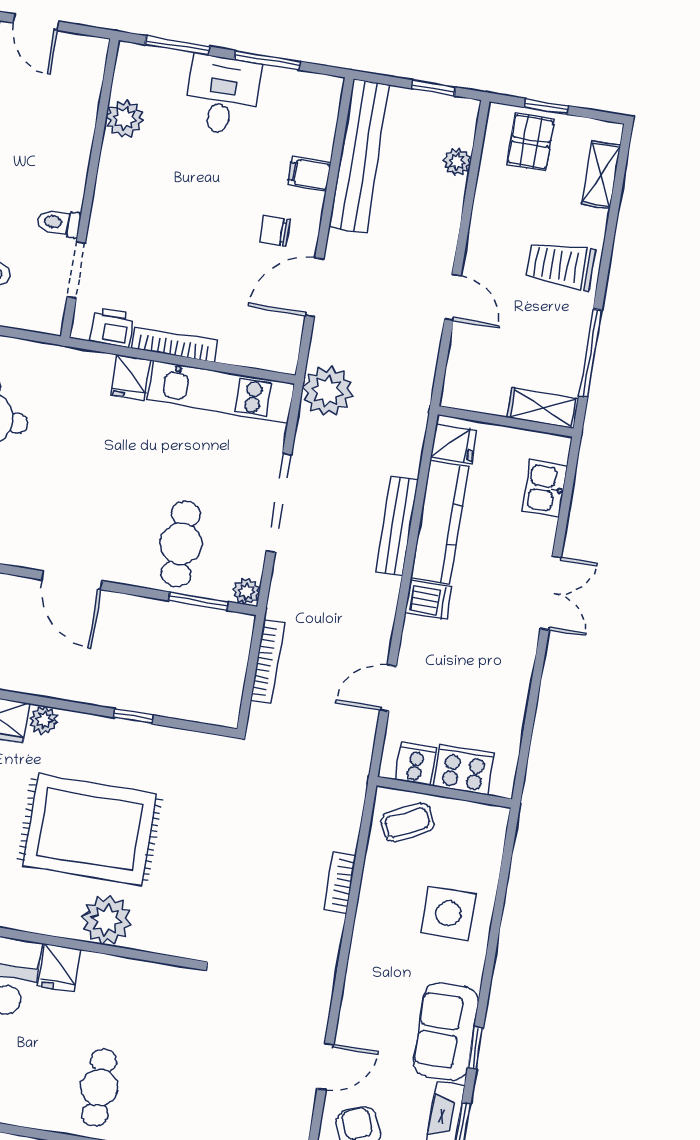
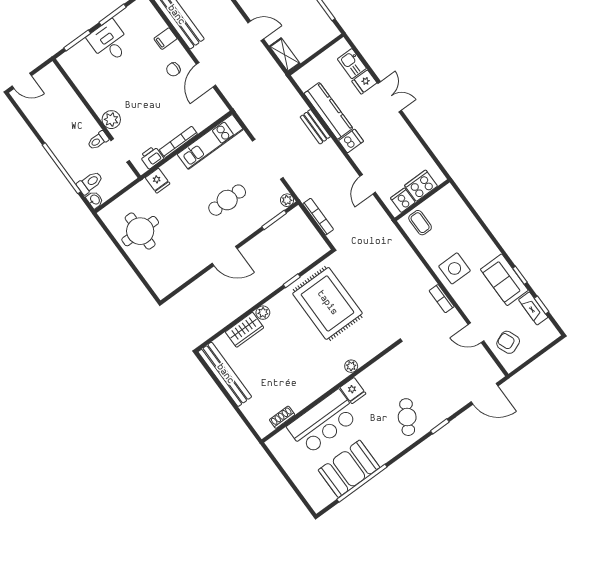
plant: (125, 118) -> (111, 120), moved
fridge: (131, 377) -> (158, 181), moved
plant: (327, 391) -> (246, 105), removed
shelving: (543, 408) -> (285, 55), moved, turned 90
fridge: (454, 444) -> (364, 82), moved, turned 180
bench: (397, 526) -> (315, 127), width x0.73
cafe table: (181, 544) -> (227, 200), moved, turned 90
coffee table: (407, 822) -> (420, 223), turned -64
rug: (90, 830) -> (327, 303), moved, turned 90
bookcase: (340, 883) -> (442, 299), moved
side table: (448, 913) -> (454, 268), moved
plant: (107, 920) -> (351, 366), width x0.53, depth x0.53
door: (325, 1066) -> (476, 333), swing flipped
cafe table: (99, 1087) -> (407, 417), turned 31

